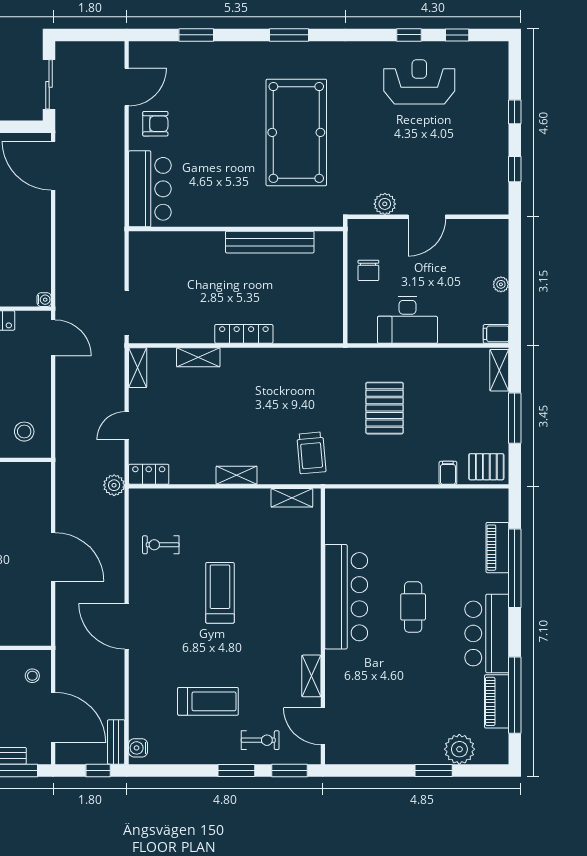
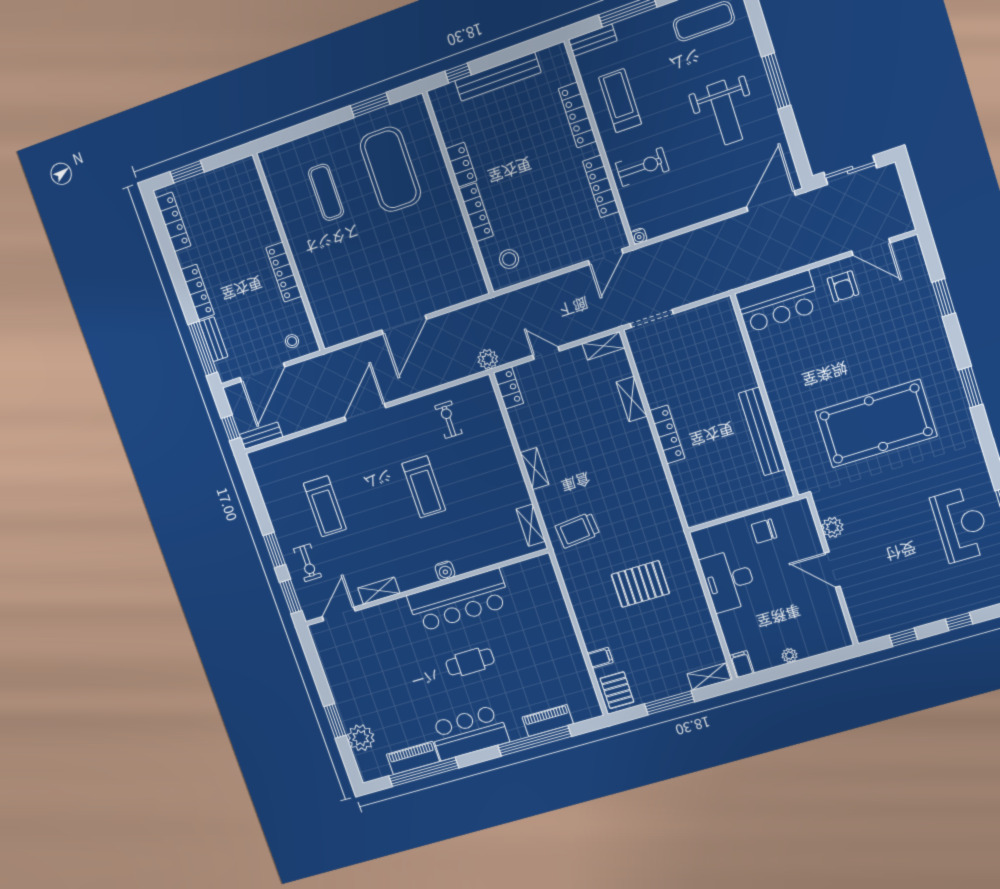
treadmill: (220, 593) -> (424, 487), turned 90
water cooler: (138, 748) -> (445, 571), moved, turned 180

